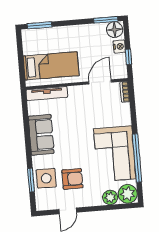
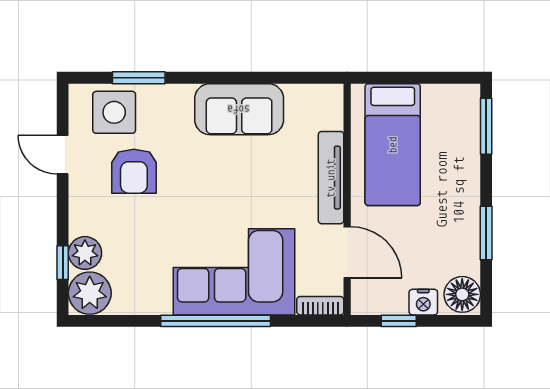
window: (106, 20) -> (486, 233), moved
tv unit: (47, 94) -> (331, 178), moved
corner sofa: (115, 154) -> (234, 272), moved
window: (137, 158) -> (216, 321), moved
side table: (46, 178) -> (114, 112), moved
window: (115, 207) -> (63, 263), added

